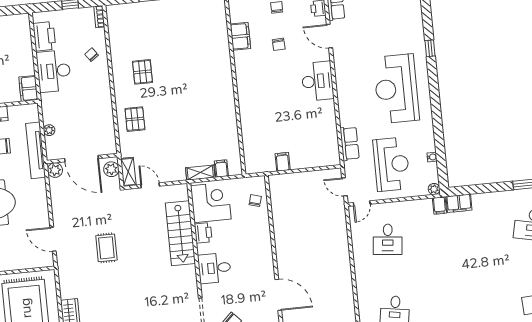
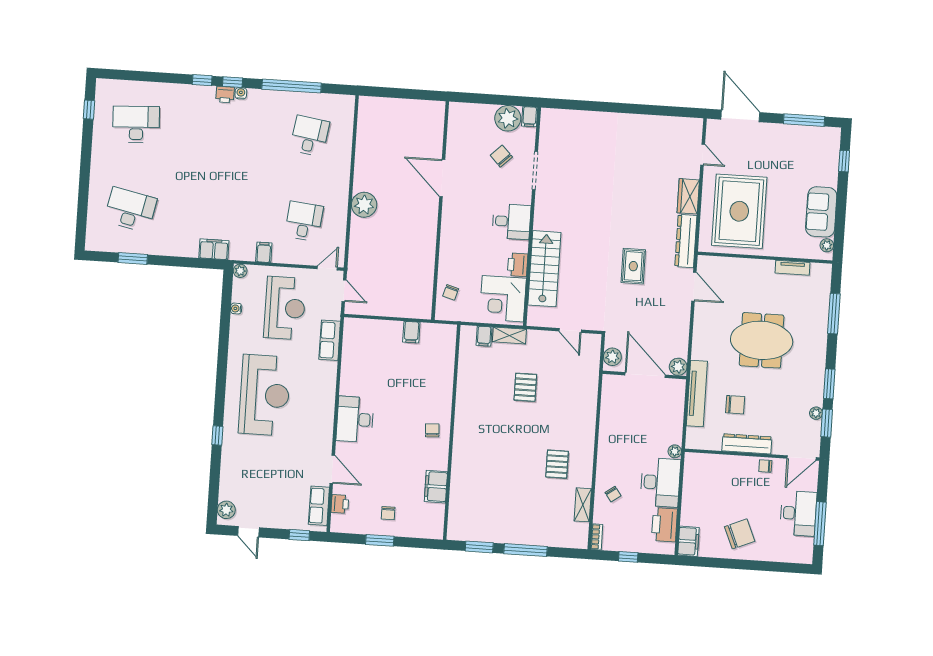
chair: (279, 44) -> (432, 430), moved
filing cabinet: (28, 88) -> (688, 541), moved
pallet: (135, 119) -> (525, 387), moved
plant: (49, 130) -> (675, 451), moved
reception desk: (392, 164) -> (285, 308), turned 180
shelving: (128, 172) -> (583, 505), moved
filing cabinet: (439, 205) -> (264, 252), moved
plant: (340, 261) -> (364, 205), added
dresser: (66, 276) -> (686, 241), added

